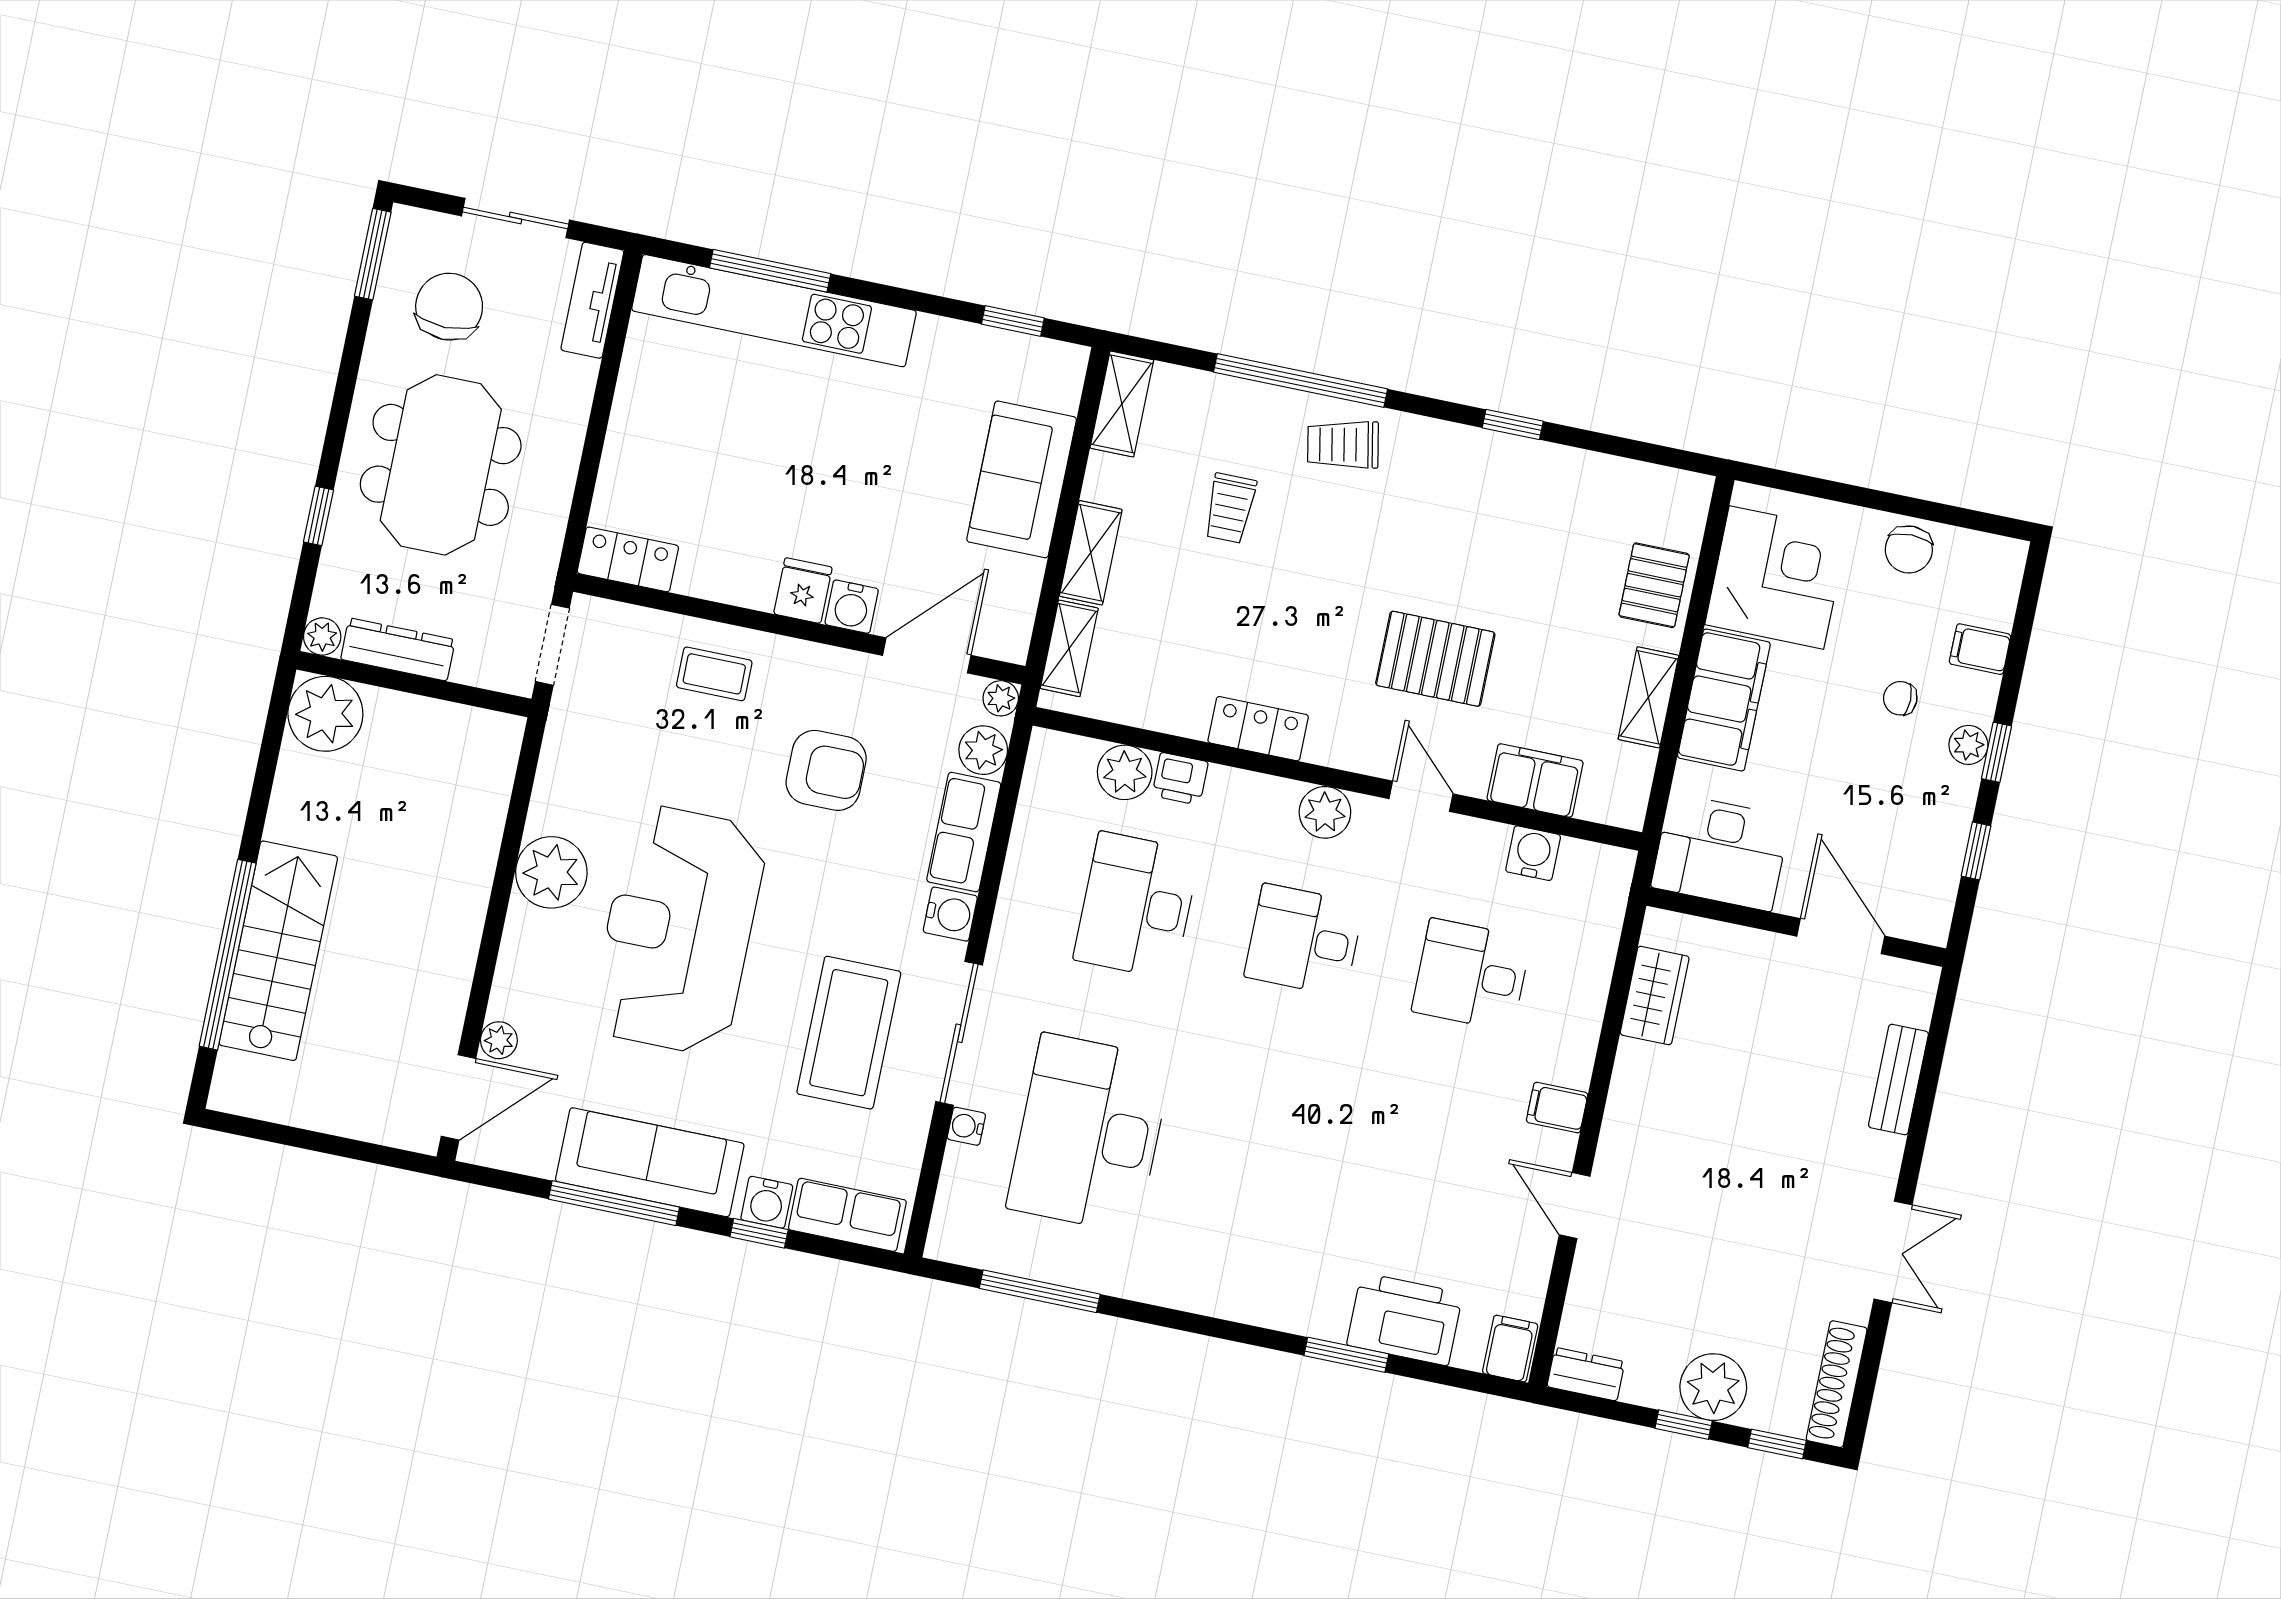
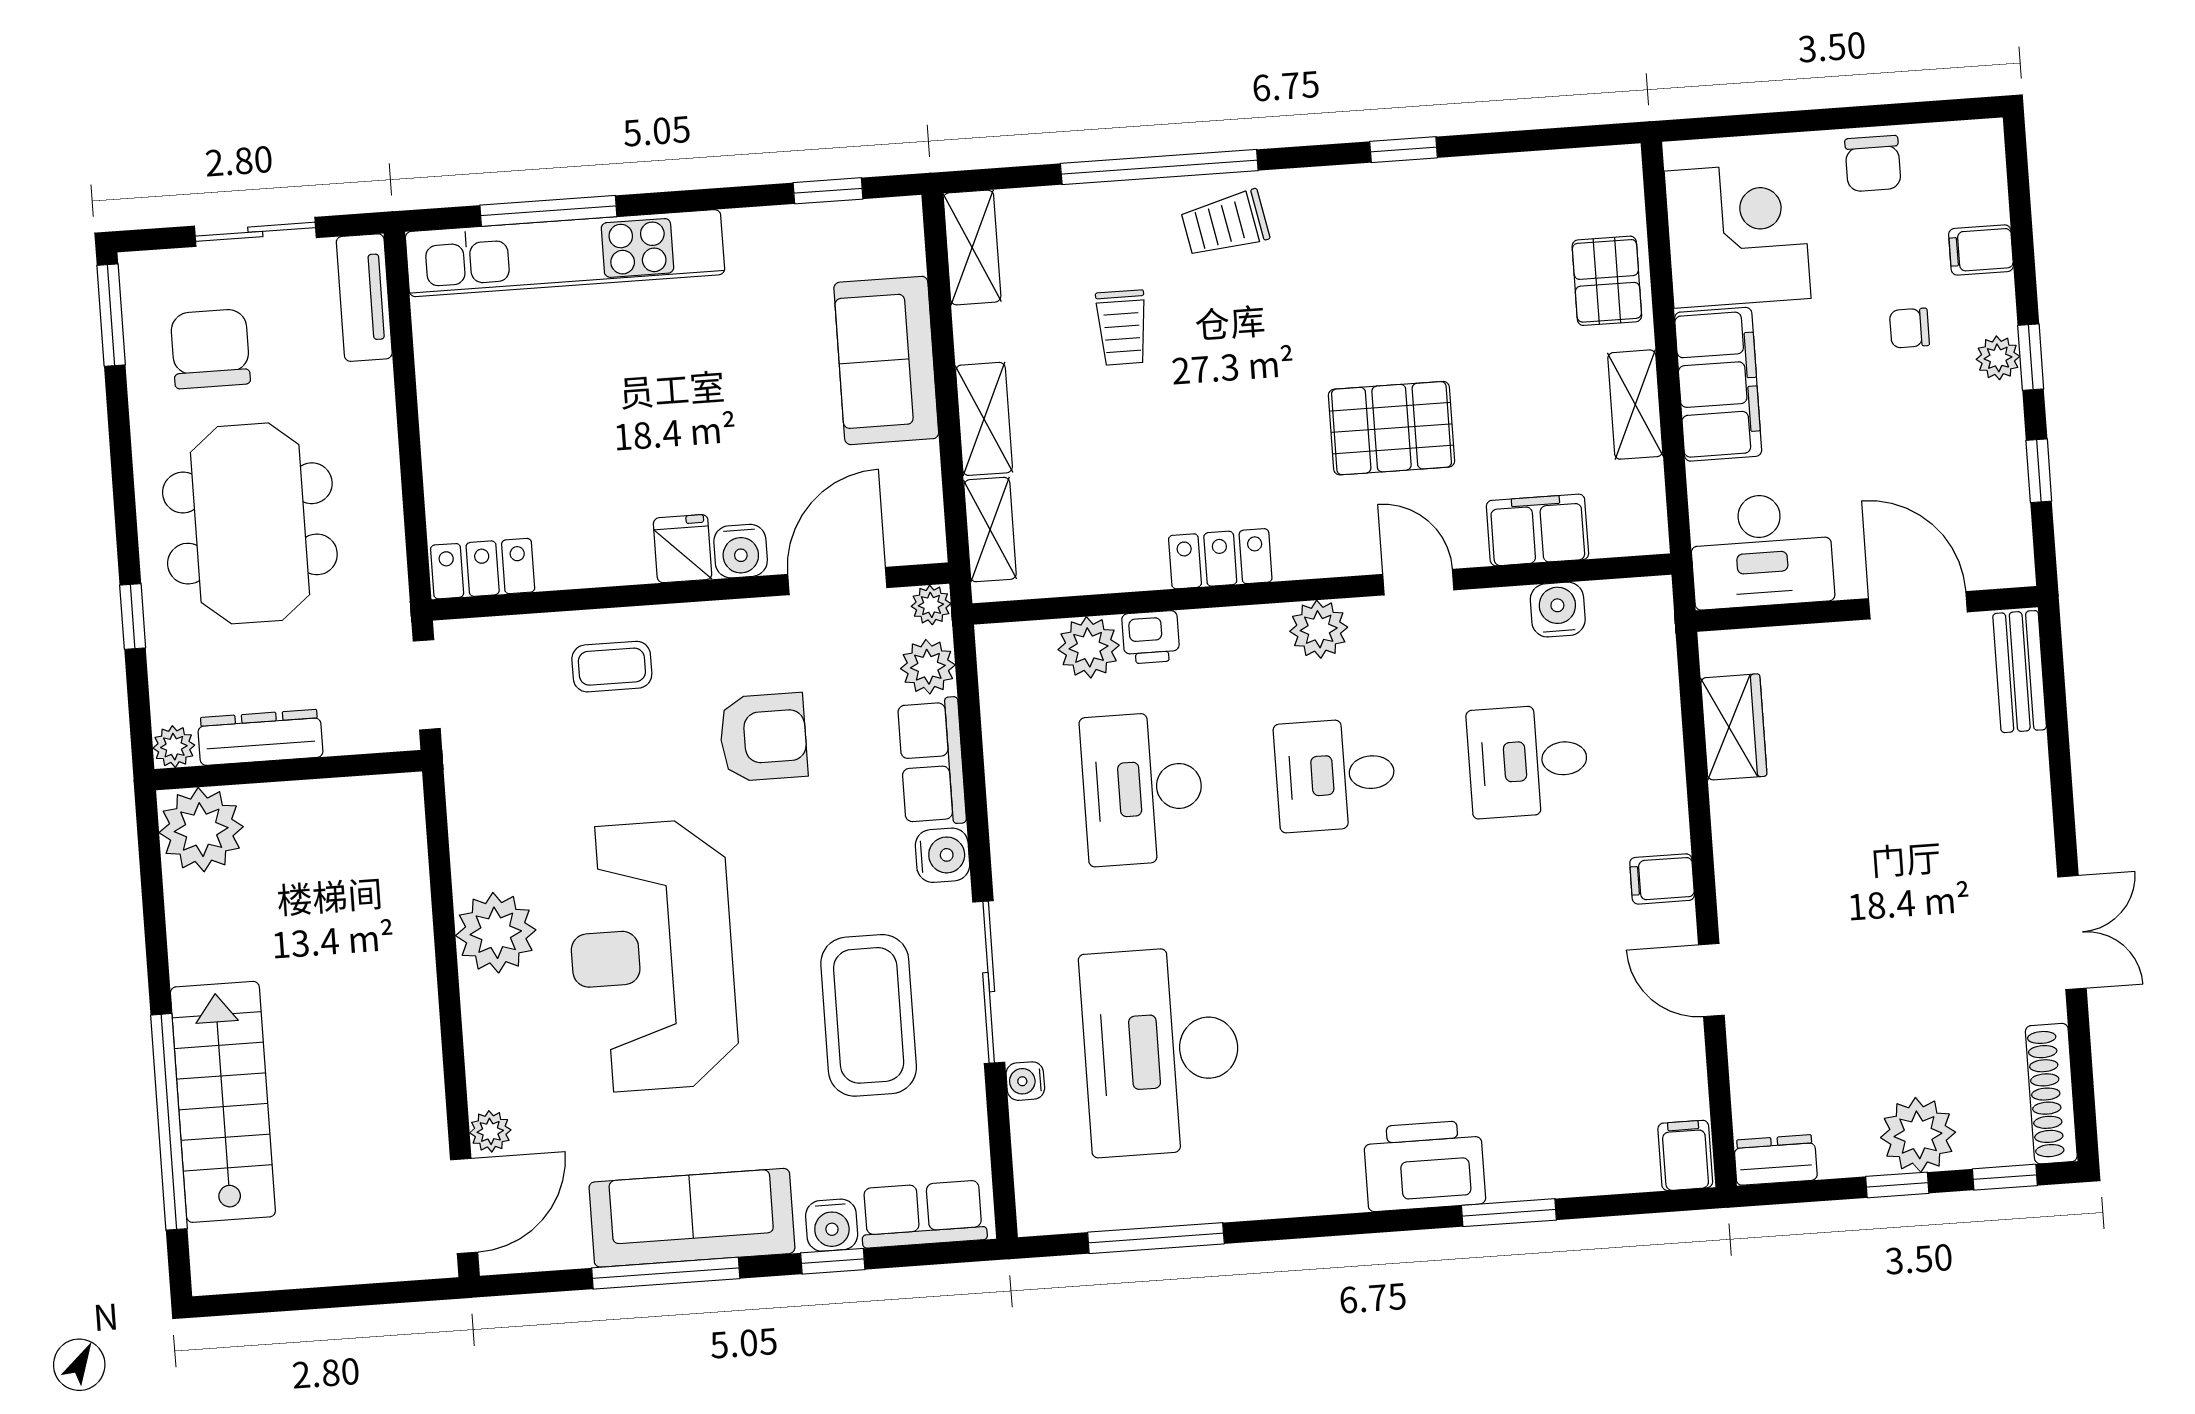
bench: (1898, 1079) -> (2020, 672), moved
printer: (1405, 1319) -> (1424, 1166), moved

